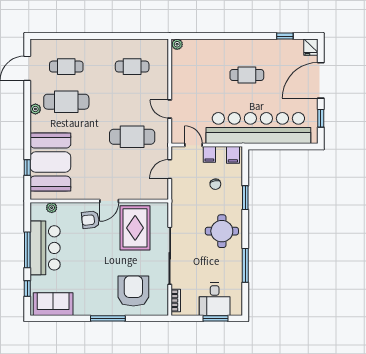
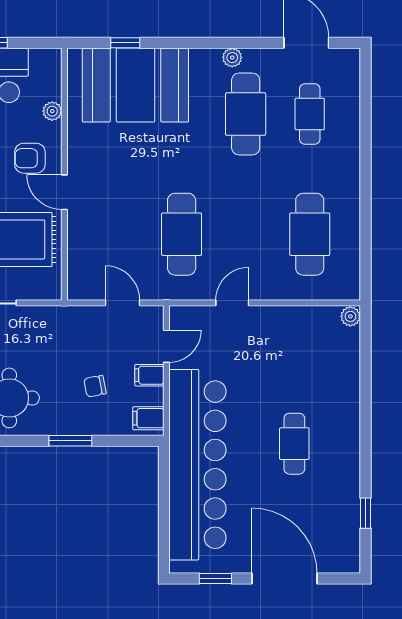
fridge: (311, 47) -> (345, 561), removed
cafe table: (132, 67) -> (310, 234), width x1.37, depth x1.35
plant: (52, 208) -> (52, 111), moved
armchair: (90, 220) -> (30, 158), turned -84

